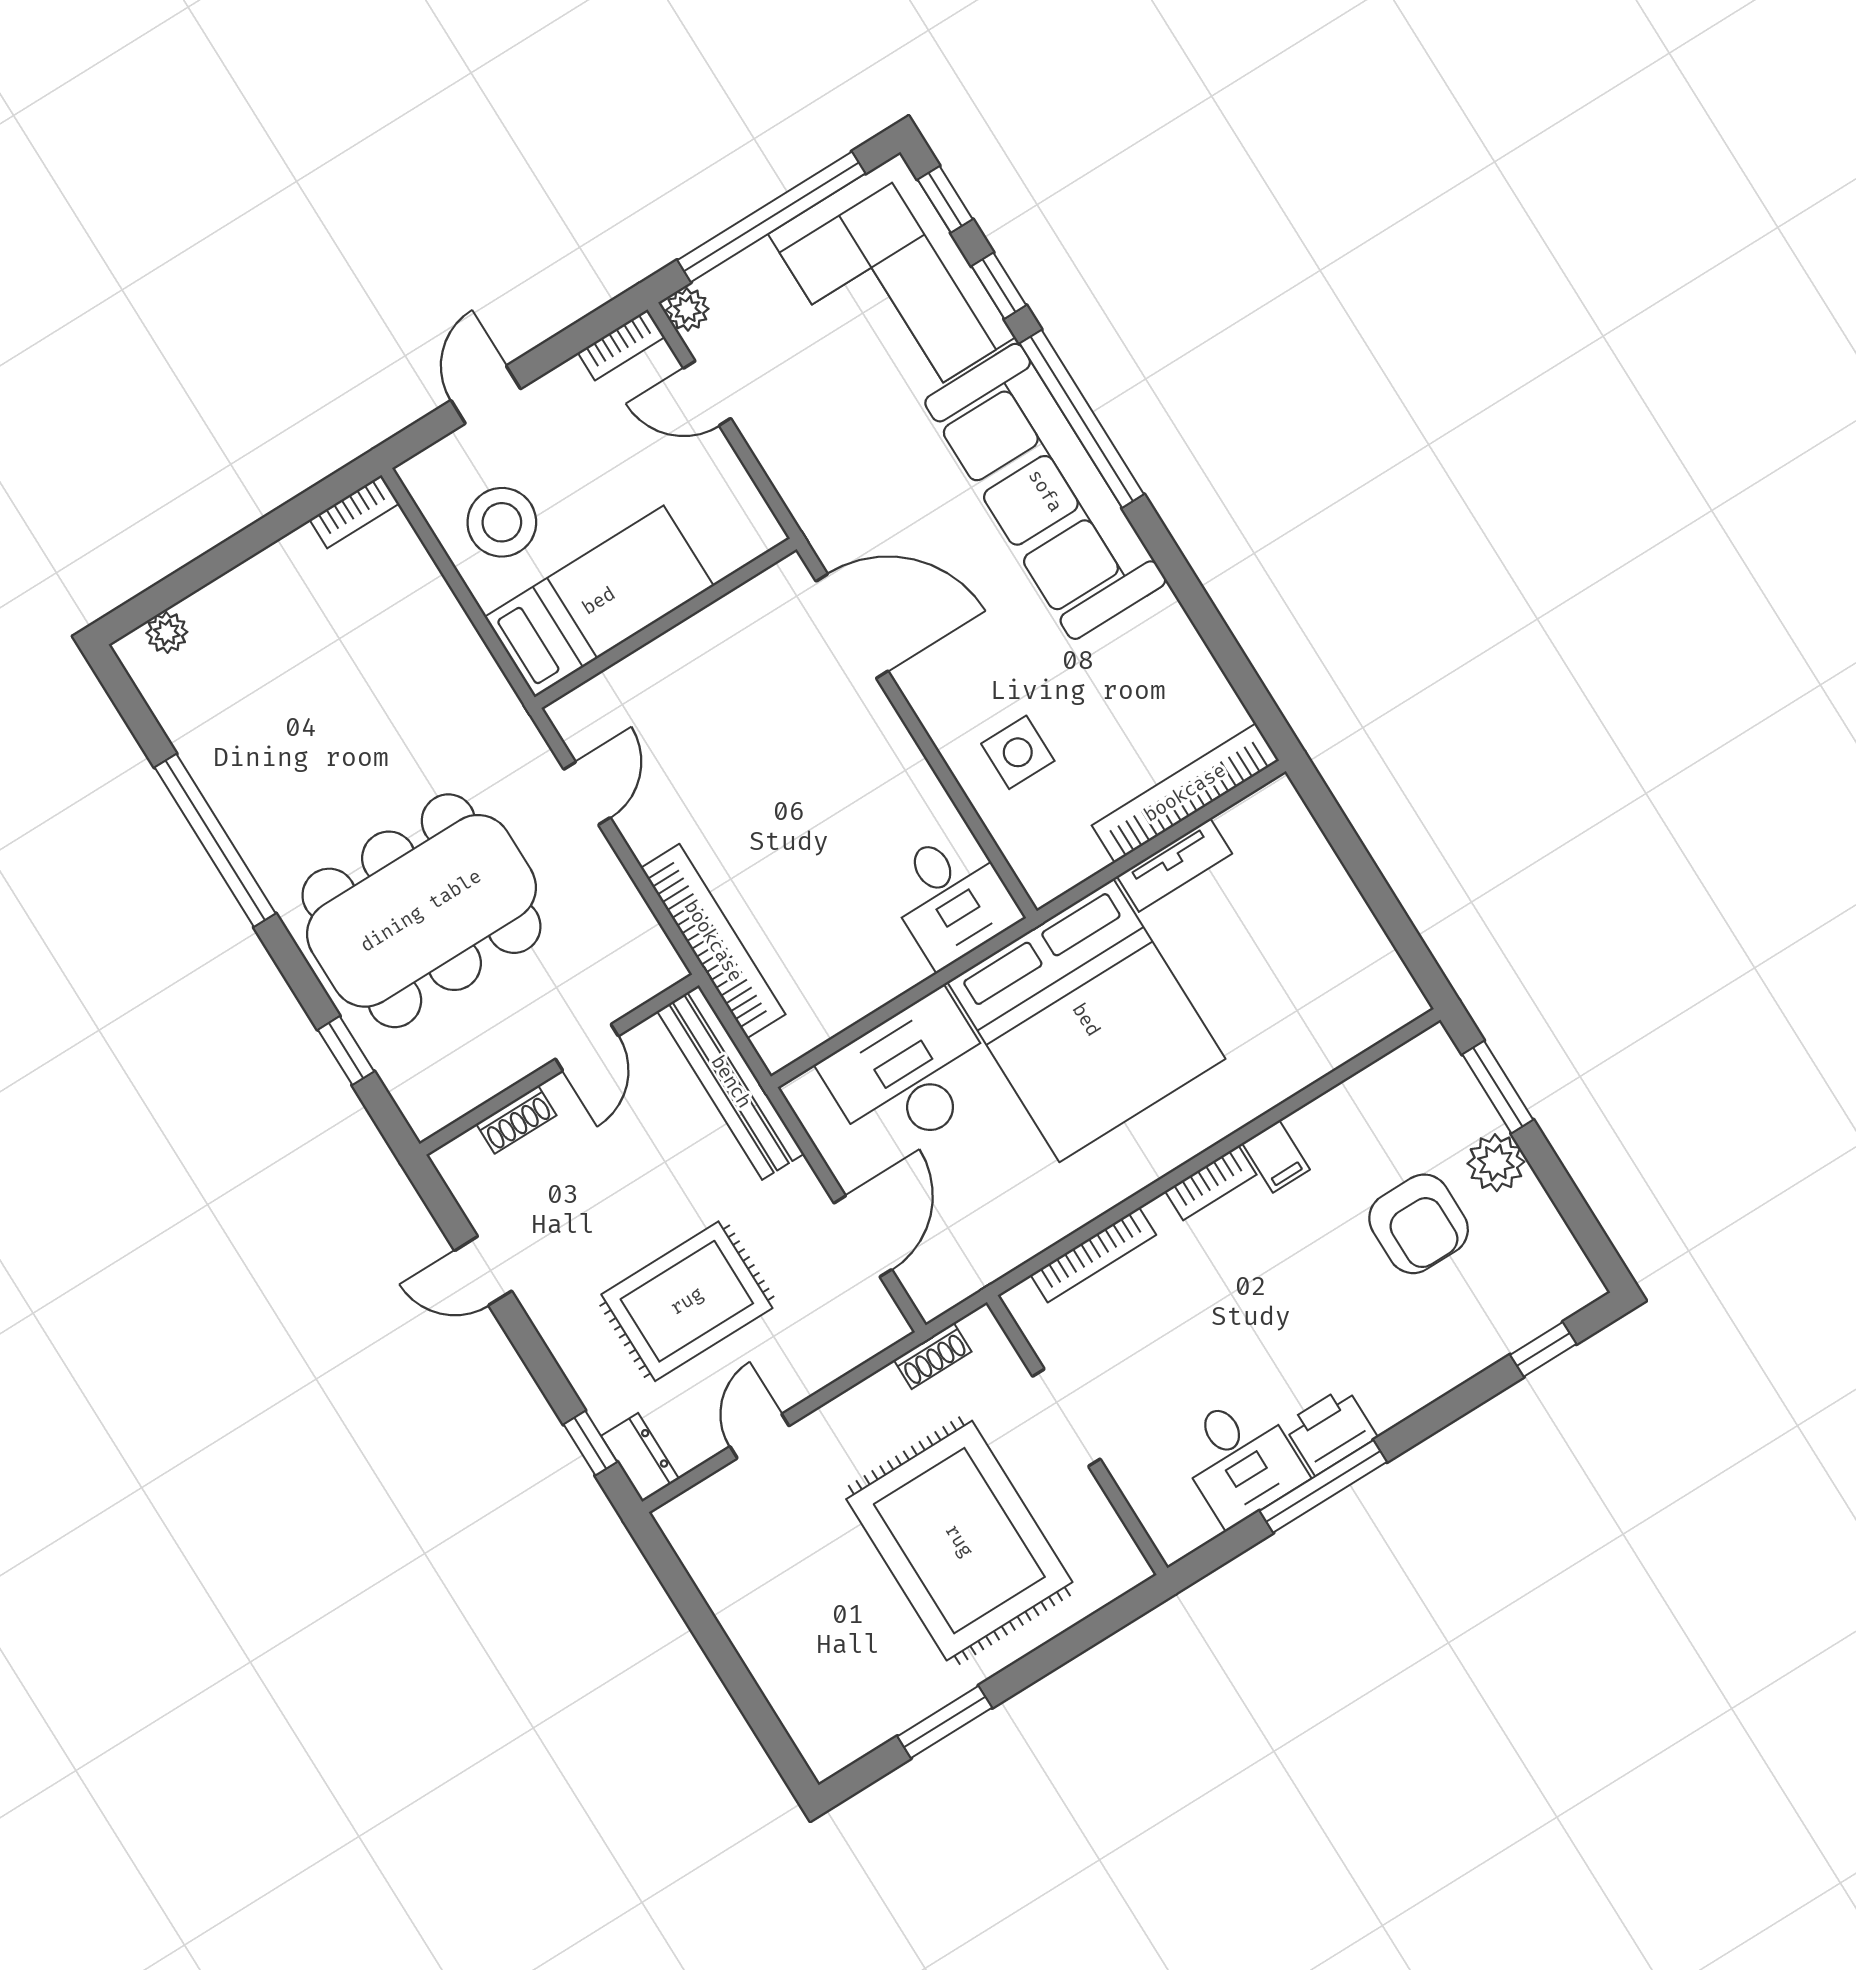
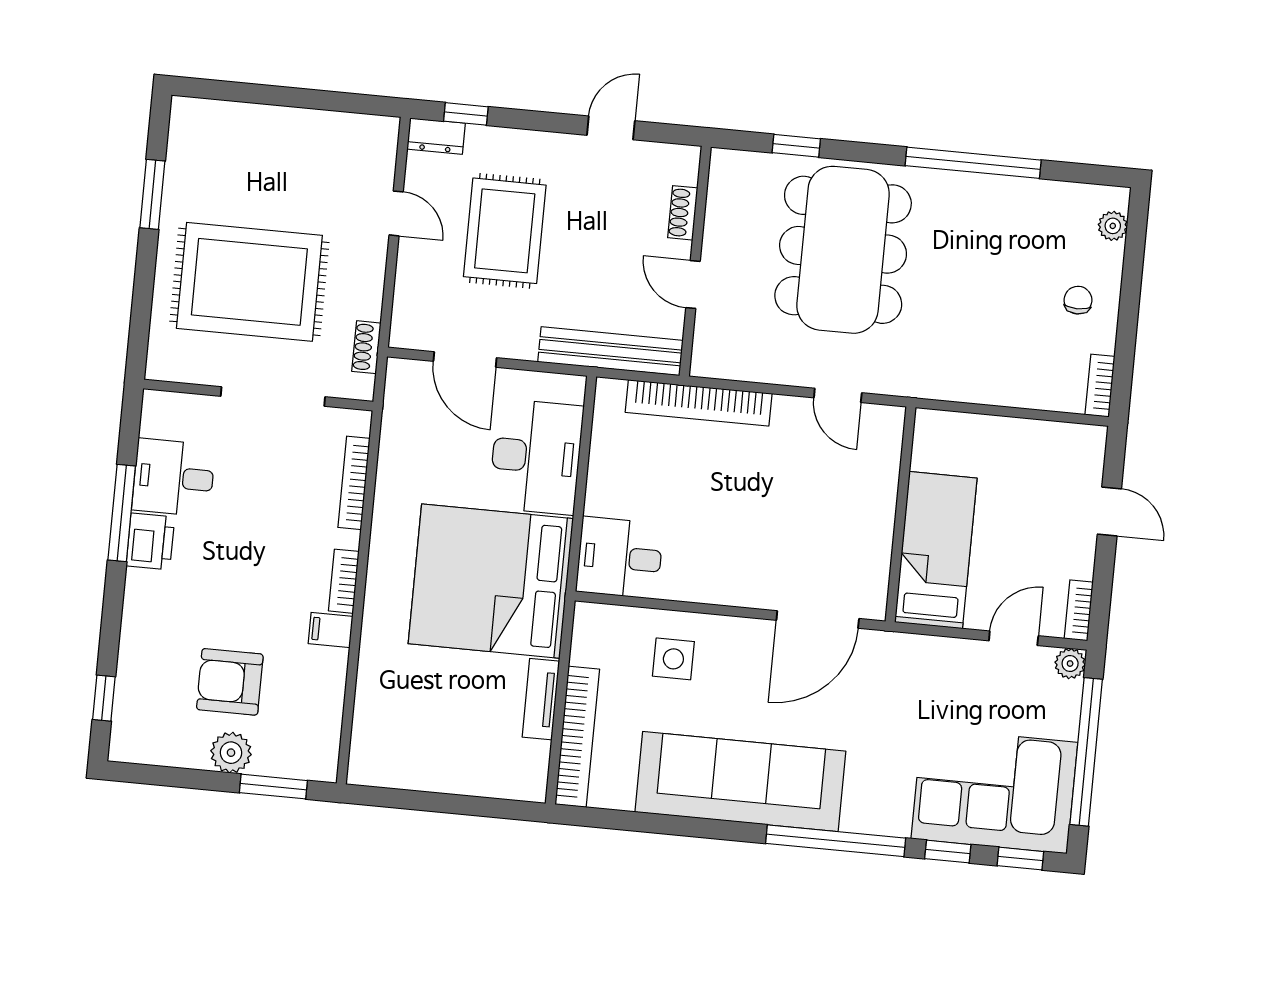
sofa: (1045, 491) -> (740, 782), moved
stool: (502, 522) -> (1030, 465), removed
bed: (599, 601) -> (936, 550), moved, turned 180
chair: (278, 608) -> (1078, 300), added
doorway: (1066, 1418) -> (273, 397), width x1.36

